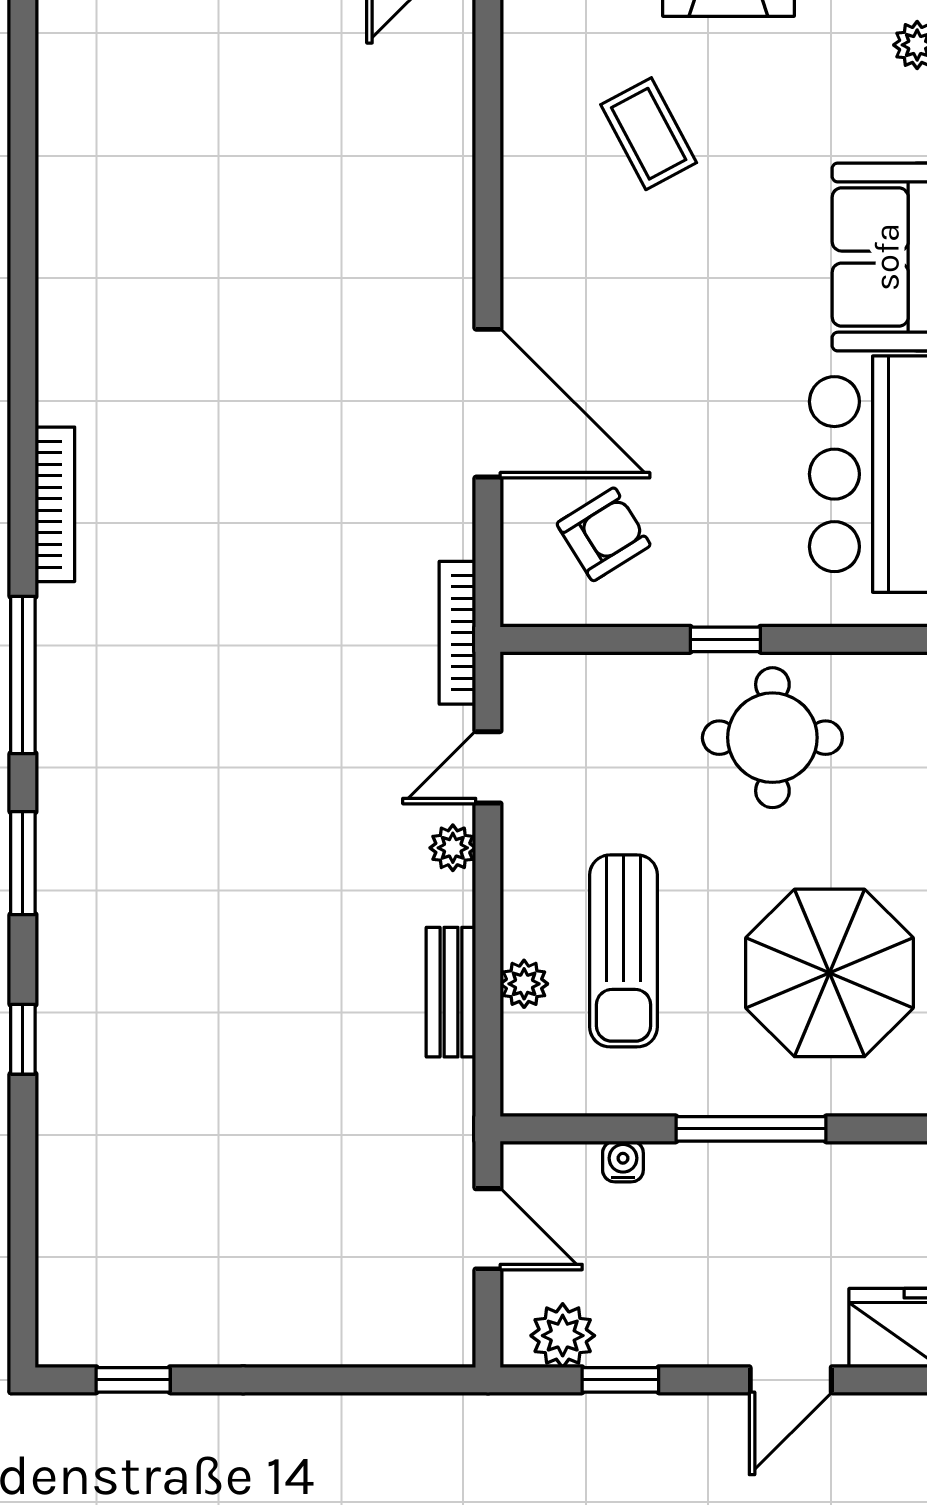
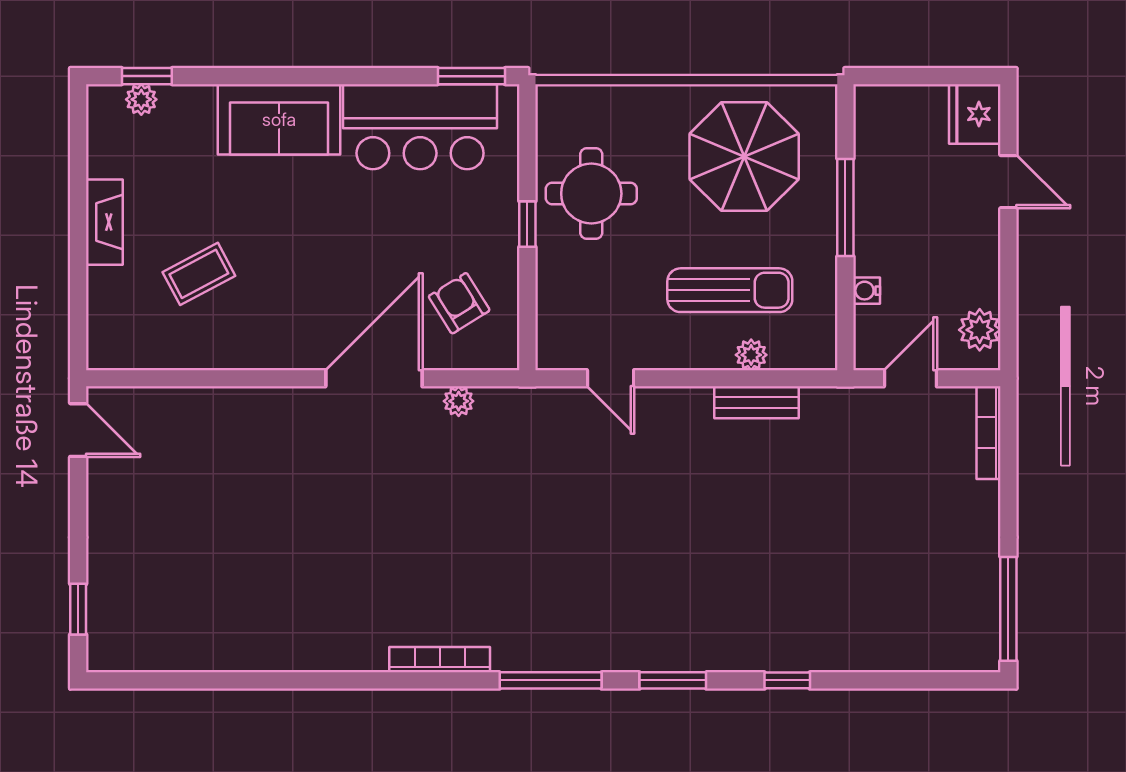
bookcase: (457, 633) -> (989, 433), moved, turned 90
plant: (453, 848) -> (459, 401), moved
window: (133, 1380) -> (1008, 609), width x2.17
window: (620, 1380) -> (1008, 292), removed

